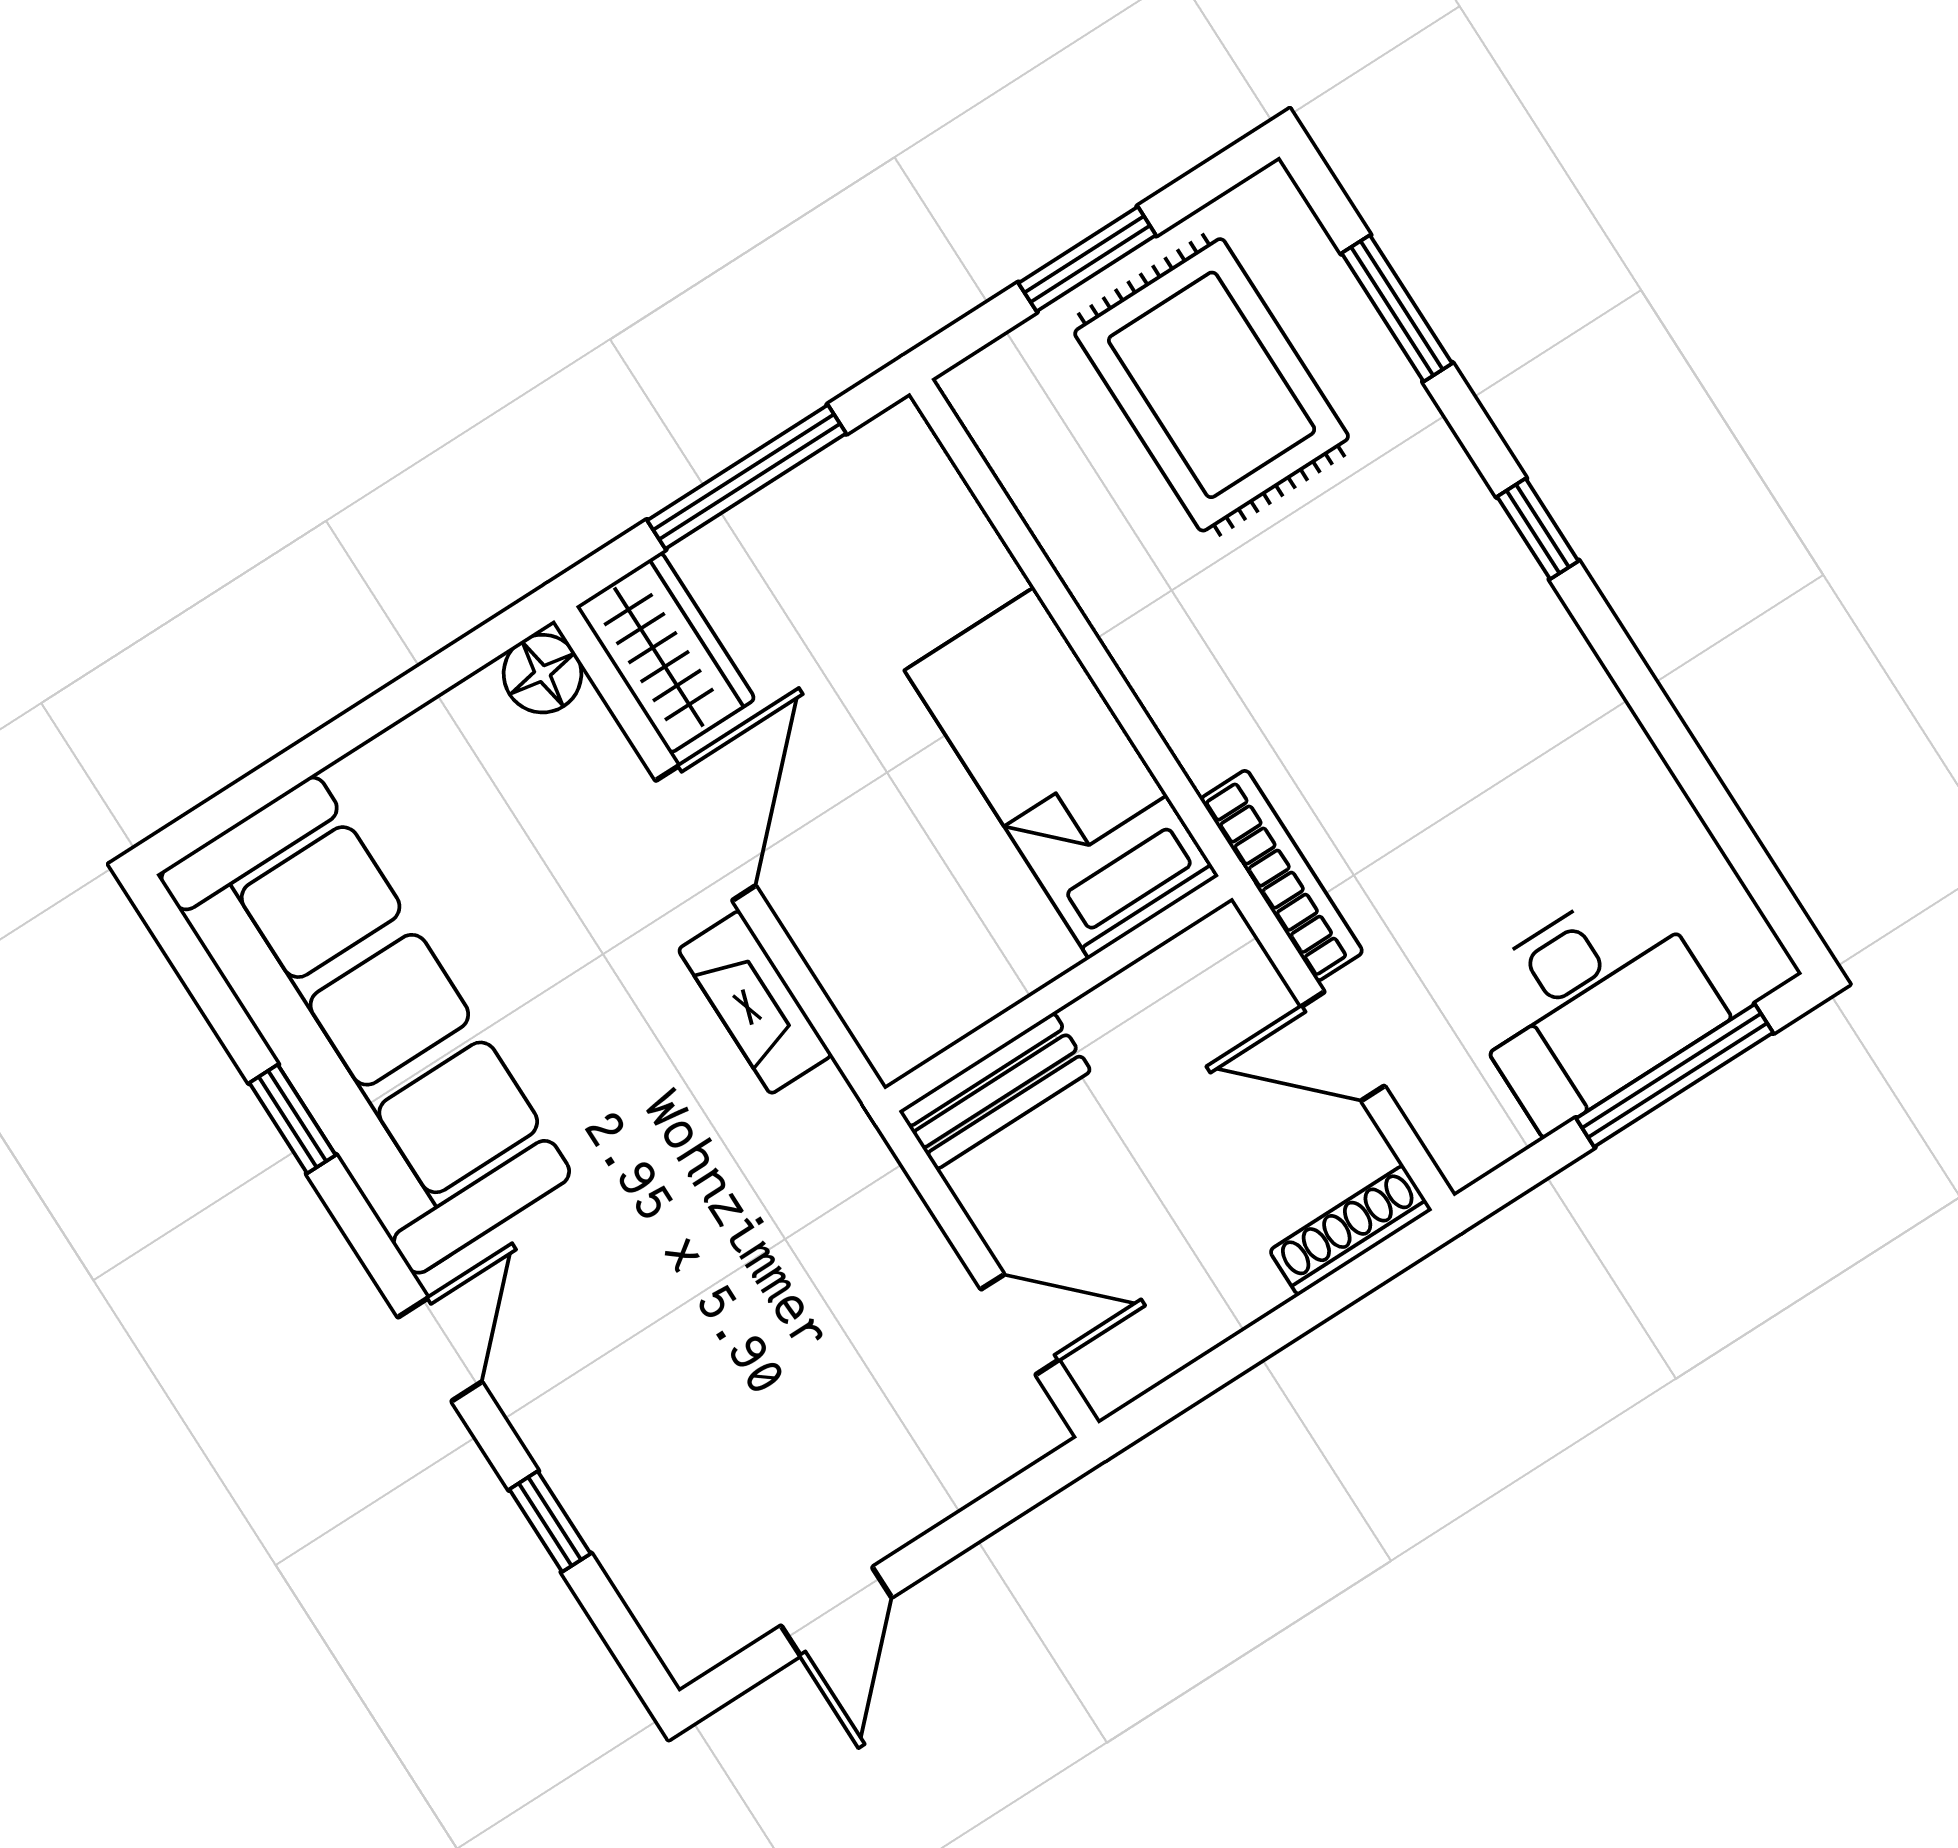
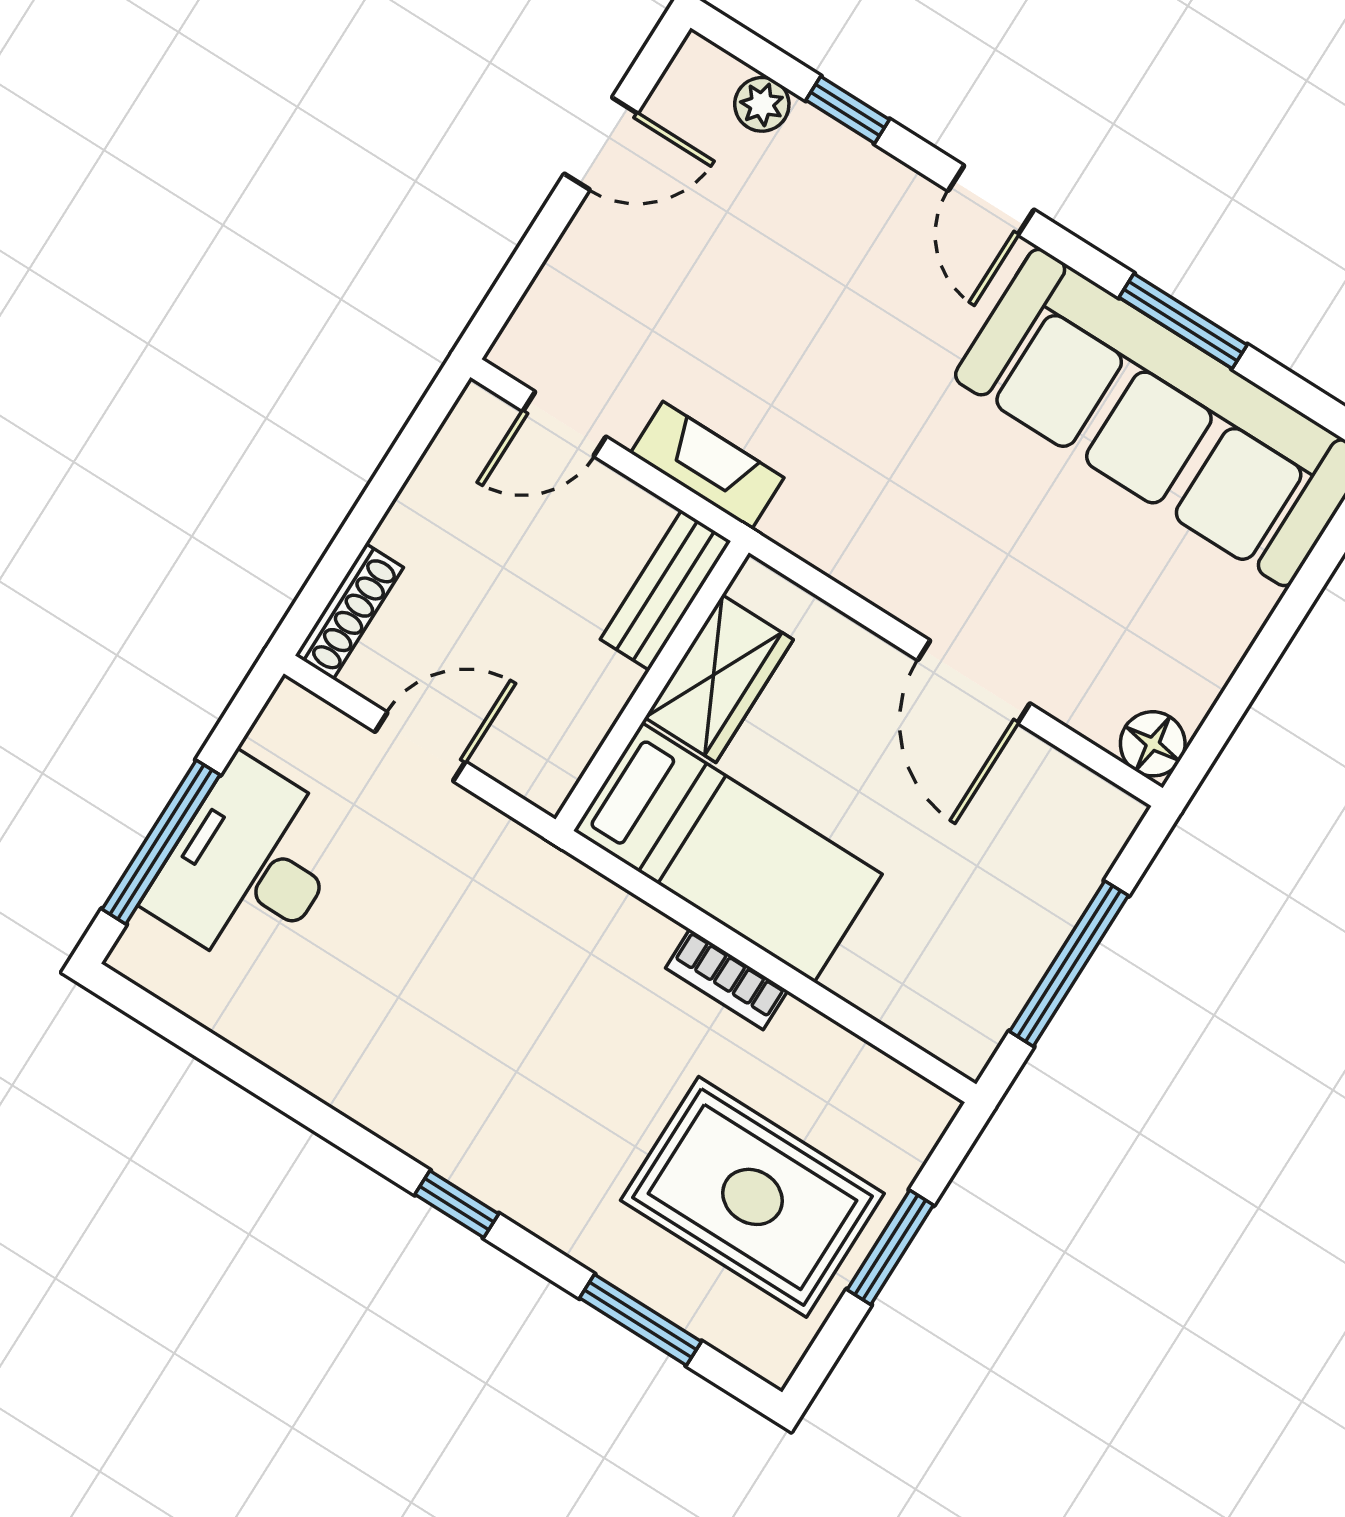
wardrobe: (666, 653) -> (719, 679), moved, turned -90
bookcase: (1282, 876) -> (727, 979), moved, width x0.64
fireplace: (755, 1002) -> (707, 465), moved
window: (292, 1119) -> (1183, 321), width x1.50
plant: (641, 1572) -> (762, 104), added
door: (836, 1612) -> (601, 144), swing flipped

